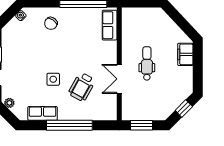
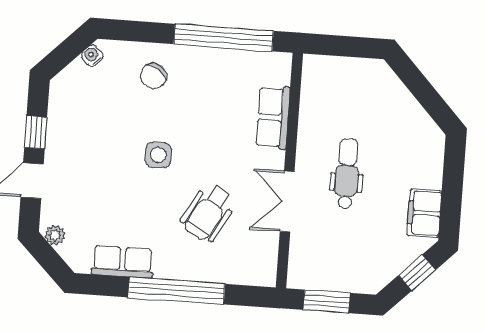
row of seats: (110, 25) -> (273, 117), moved
filing cabinet: (185, 54) -> (424, 213), moved
side table: (53, 79) -> (158, 155), moved

